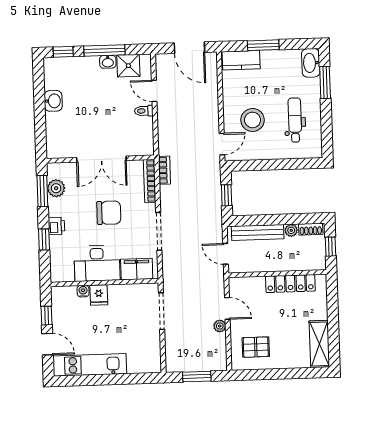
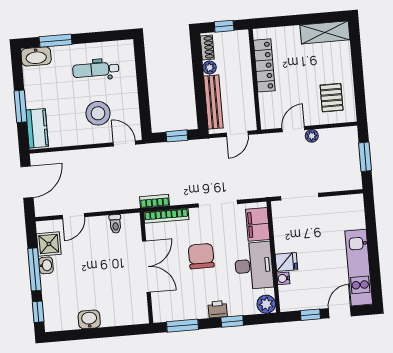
toilet: (144, 111) -> (115, 224), moved
plant: (56, 188) -> (266, 304), moved

